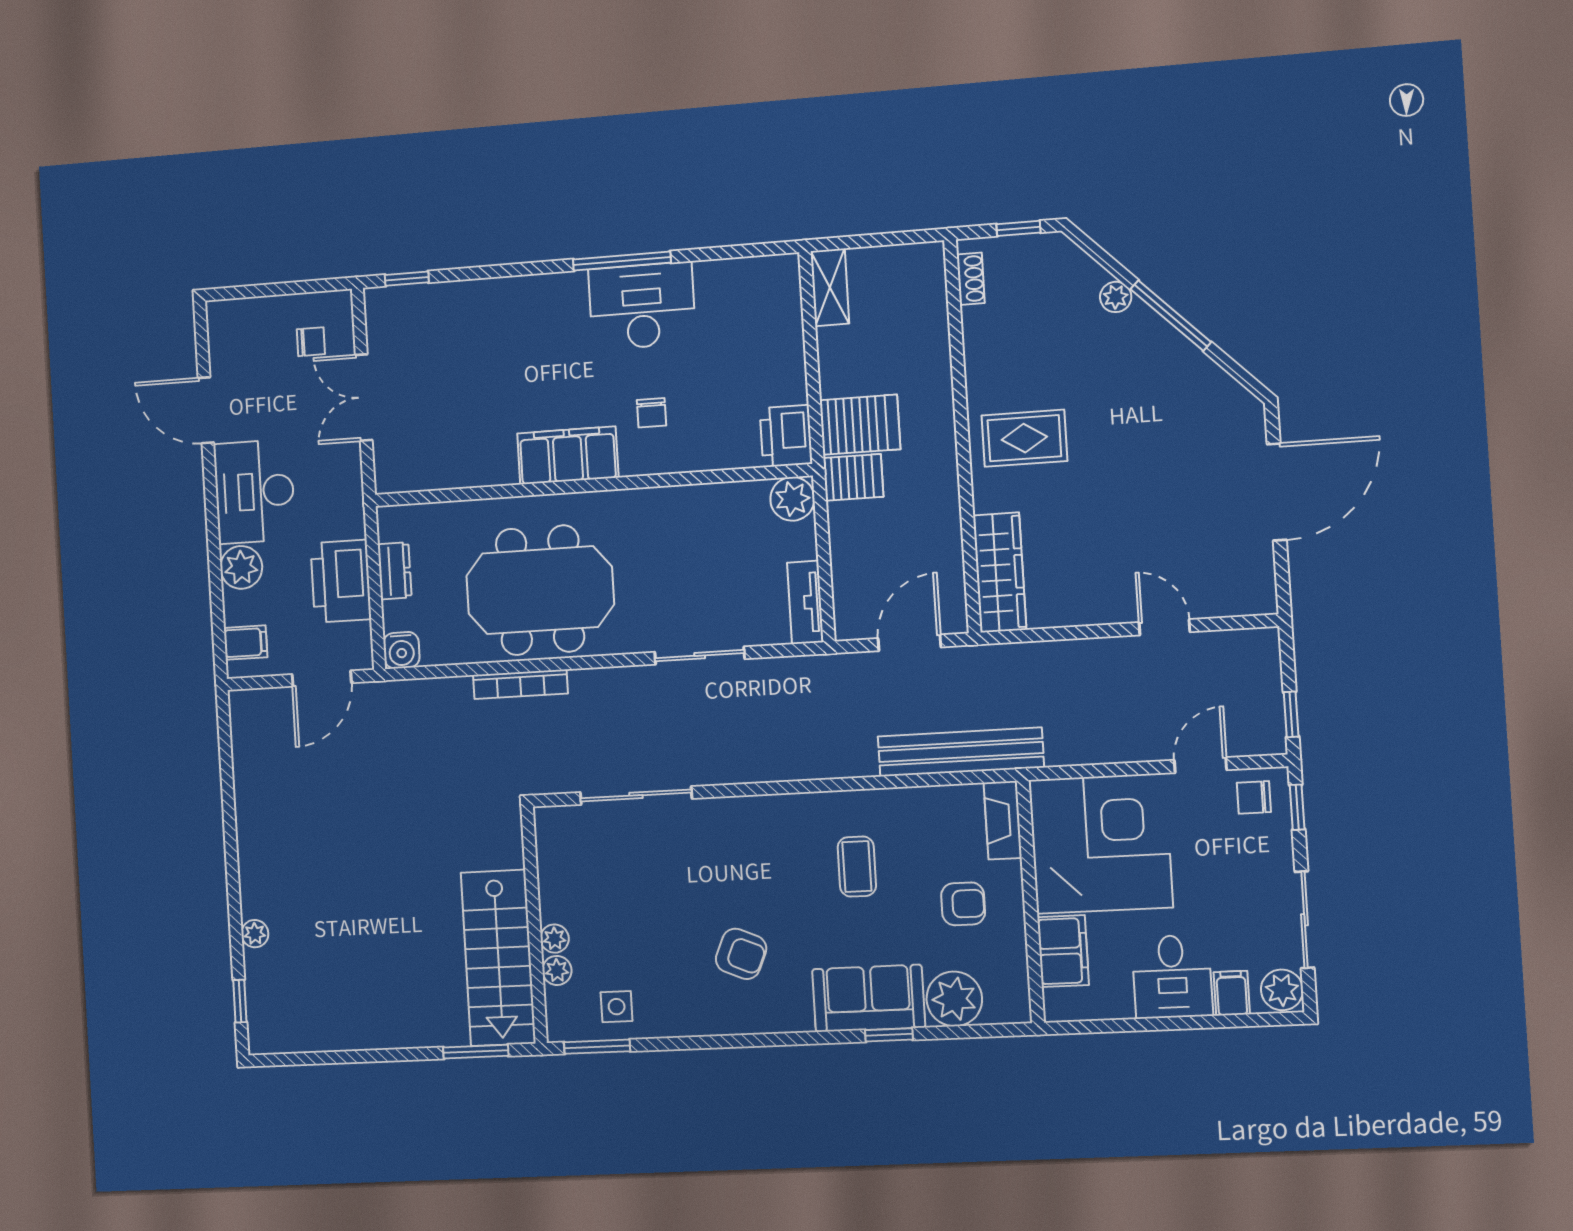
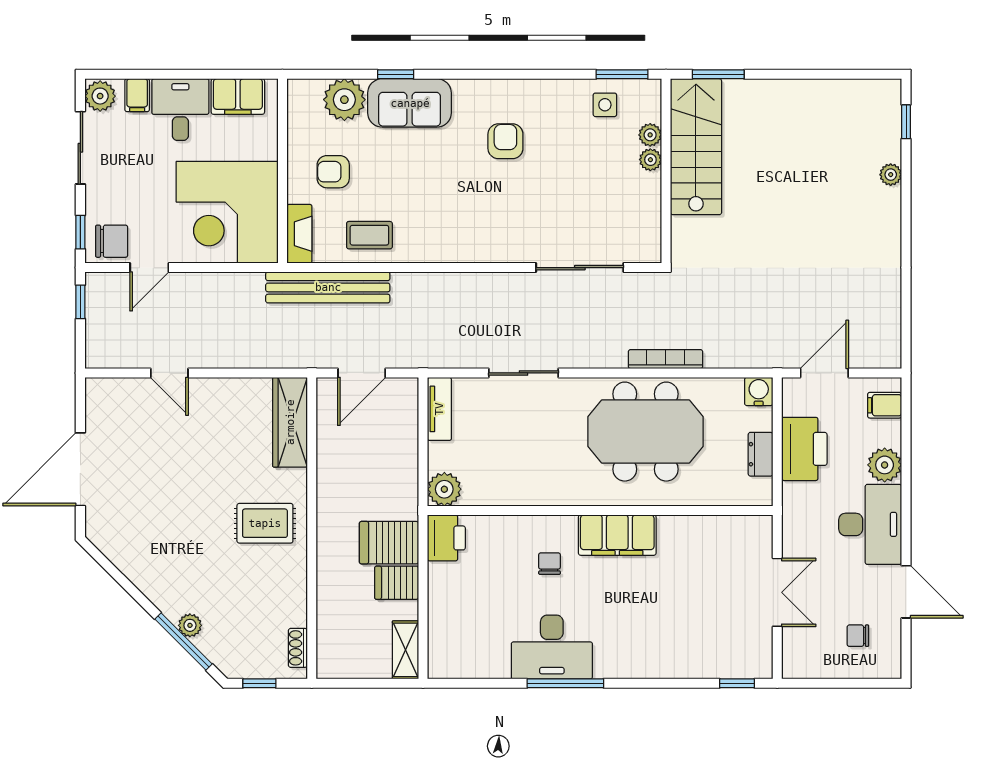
window: (1171, 316) -> (184, 642), moved
chair: (311, 342) -> (858, 636), moved
server rack: (853, 477) -> (397, 583), moved
chair: (1254, 797) -> (112, 241), width x1.37, depth x1.37
coffee table: (857, 867) -> (369, 235), moved, turned 90
filing cabinet: (1063, 951) -> (238, 96), moved, turned -90
armchair: (741, 954) -> (505, 141), turned 67

